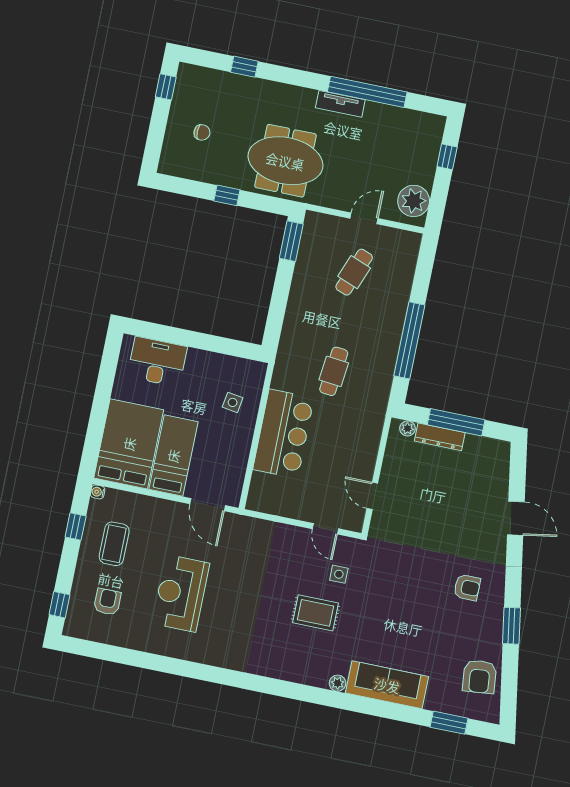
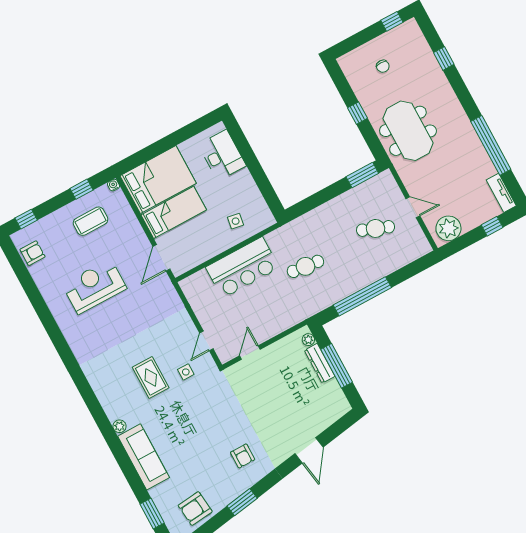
tv unit: (340, 104) -> (501, 193), moved
armchair: (107, 602) -> (33, 253), moved

